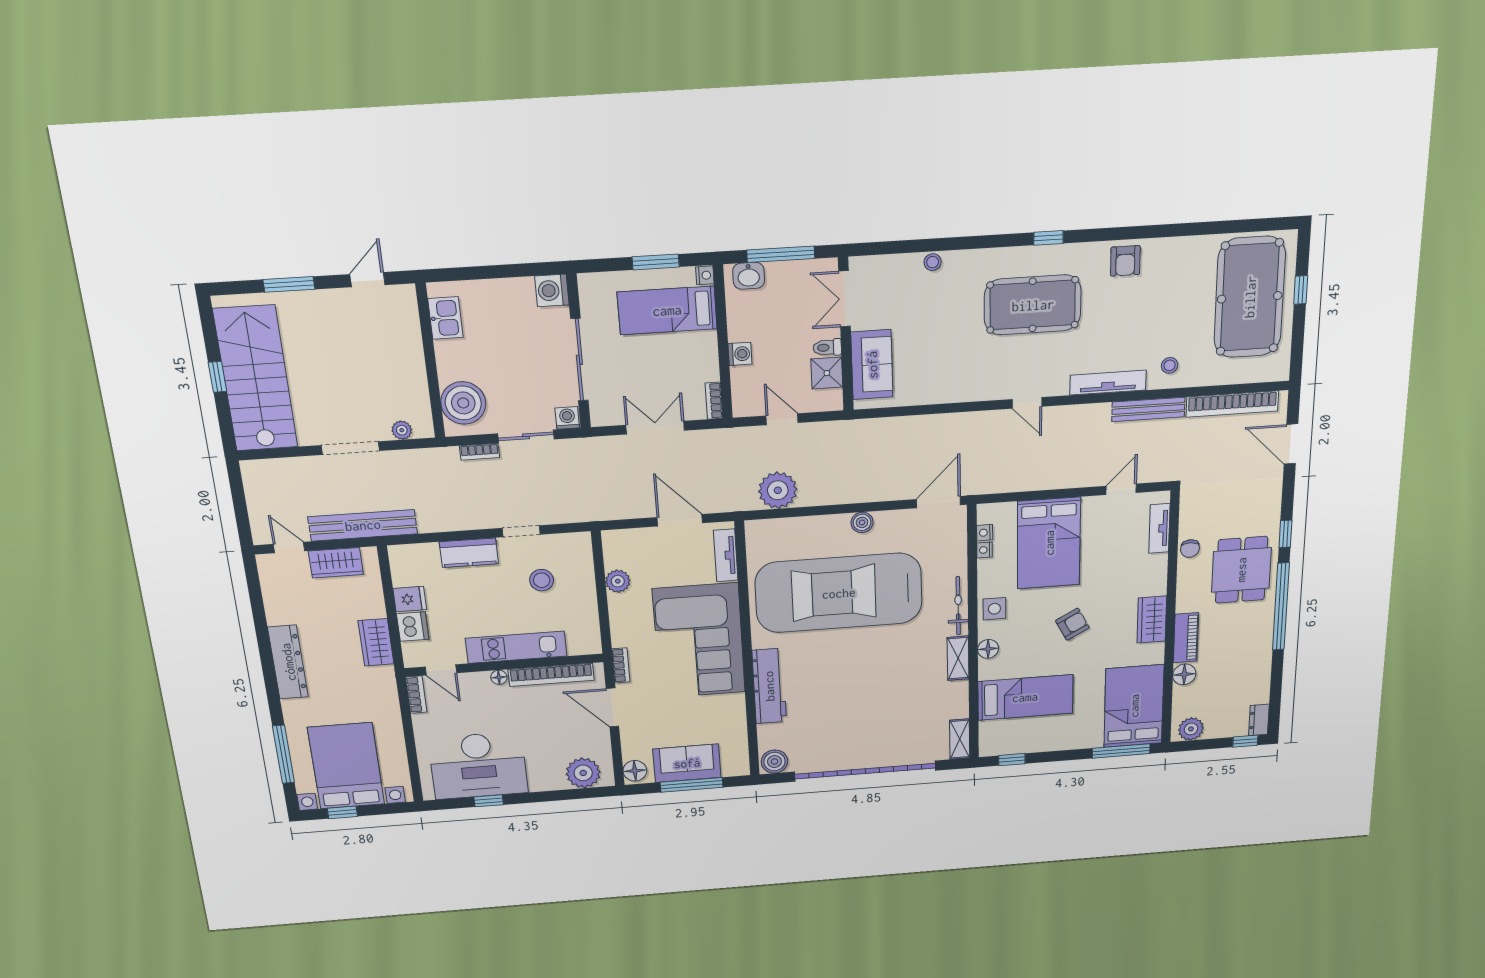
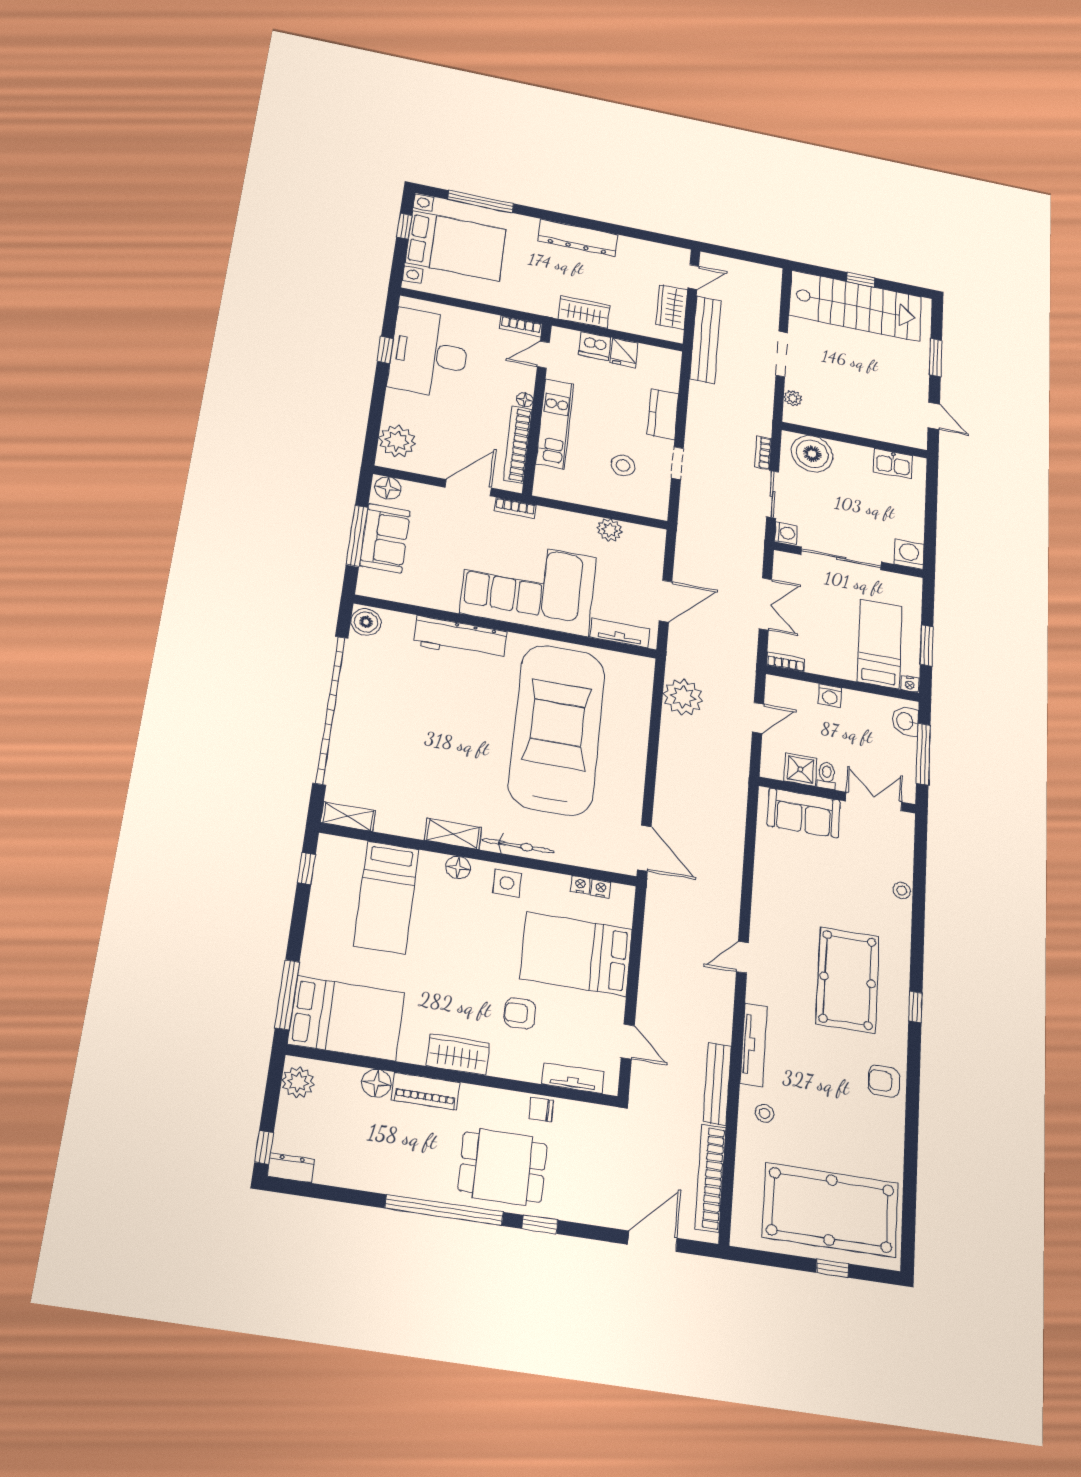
boiler: (862, 522) -> (634, 769), removed
armchair: (1072, 624) -> (520, 1013), moved, turned 118

